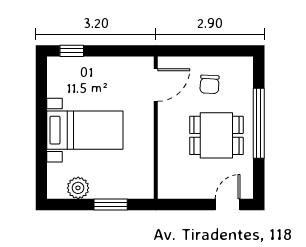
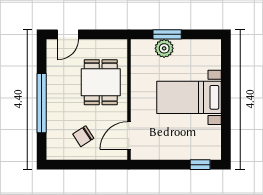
chair: (210, 84) -> (83, 136), turned -126
dining table: (216, 135) -> (101, 82), moved, turned 90
plant: (78, 188) -> (164, 48), moved

